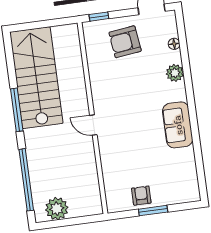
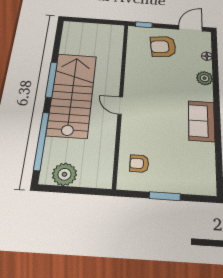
stairs: (36, 78) -> (72, 95), moved
armchair: (141, 196) -> (139, 164), moved, turned -90

